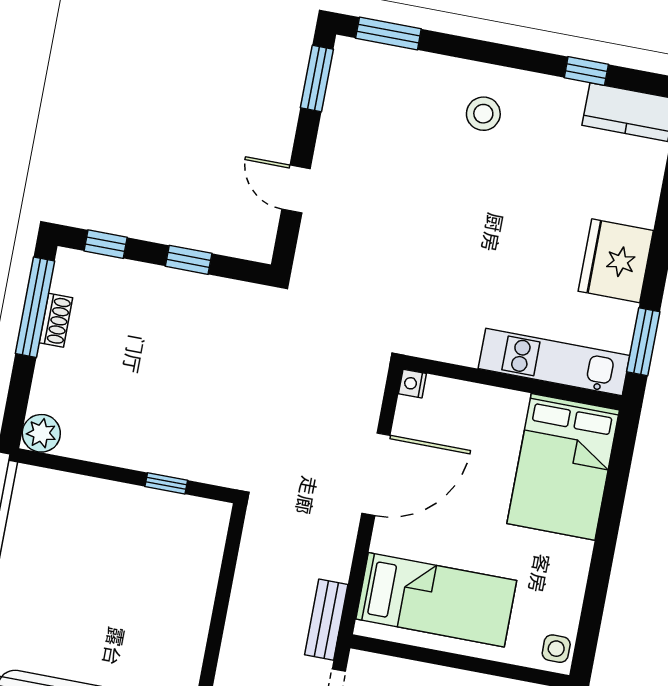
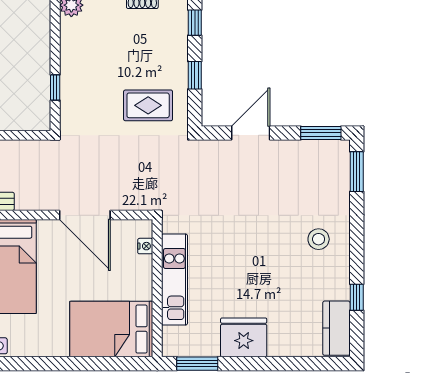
door: (296, 189) -> (251, 133), width x1.38
rug: (222, 342) -> (148, 105), added
kitchen unit: (554, 362) -> (174, 280), moved
nightstand: (412, 384) -> (145, 246), moved, turned 90

